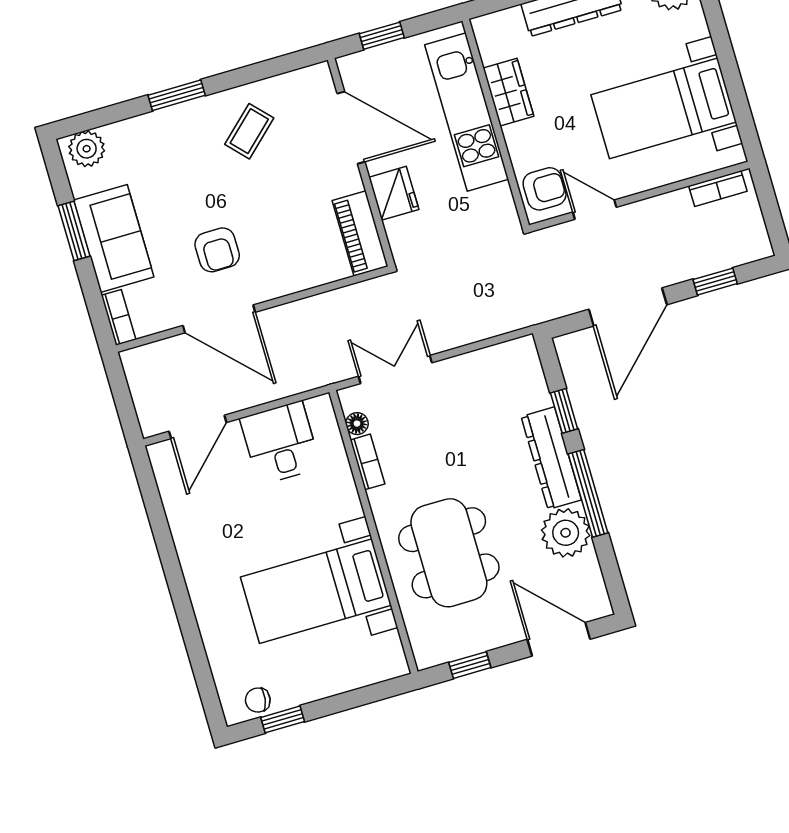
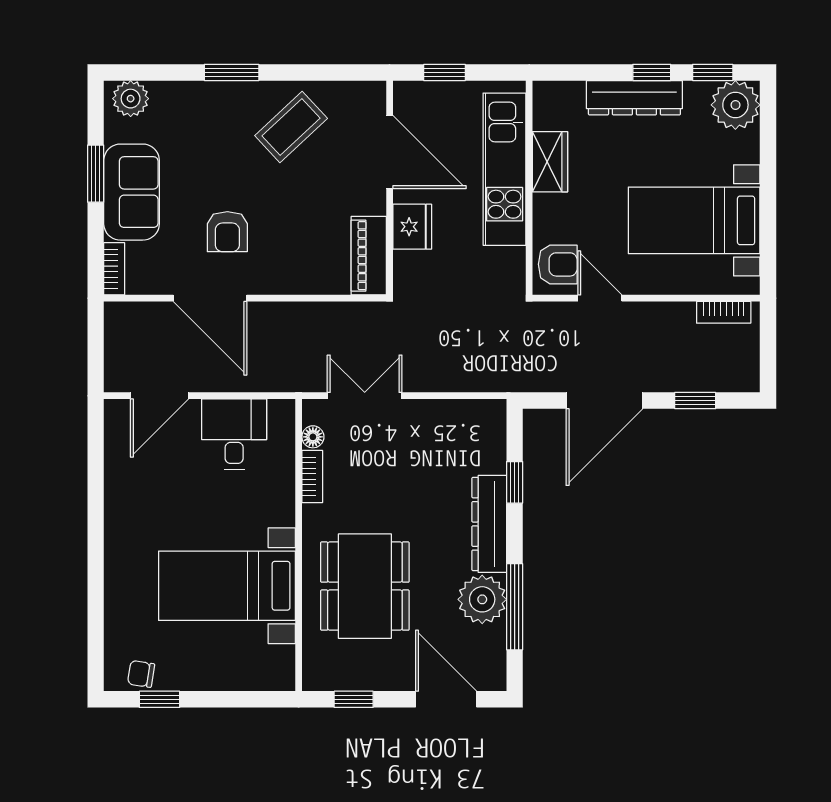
coffee table: (249, 131) -> (291, 127), width x1.36, depth x1.30
window: (588, 493) -> (515, 607), moved

